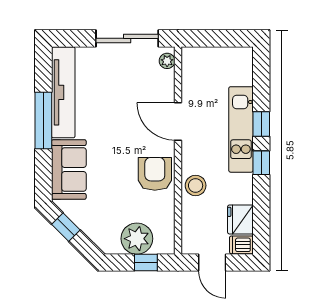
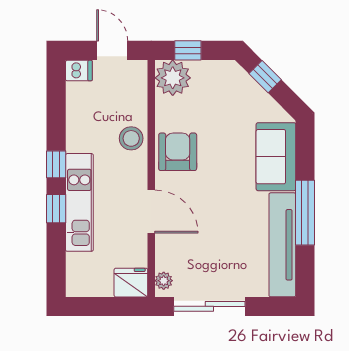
armchair: (155, 174) -> (178, 152), turned 180
fridge: (240, 219) -> (131, 283), moved, turned -90
window: (66, 227) -> (265, 77), moved
plant: (137, 239) -> (173, 78), moved

